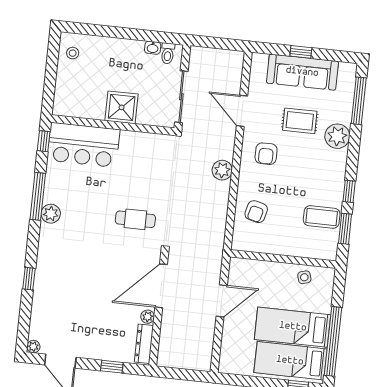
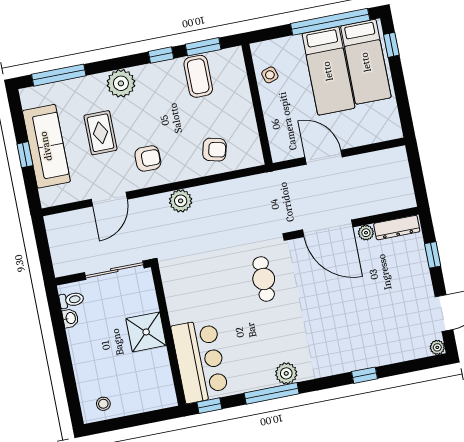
plant: (337, 136) -> (121, 83), moved

